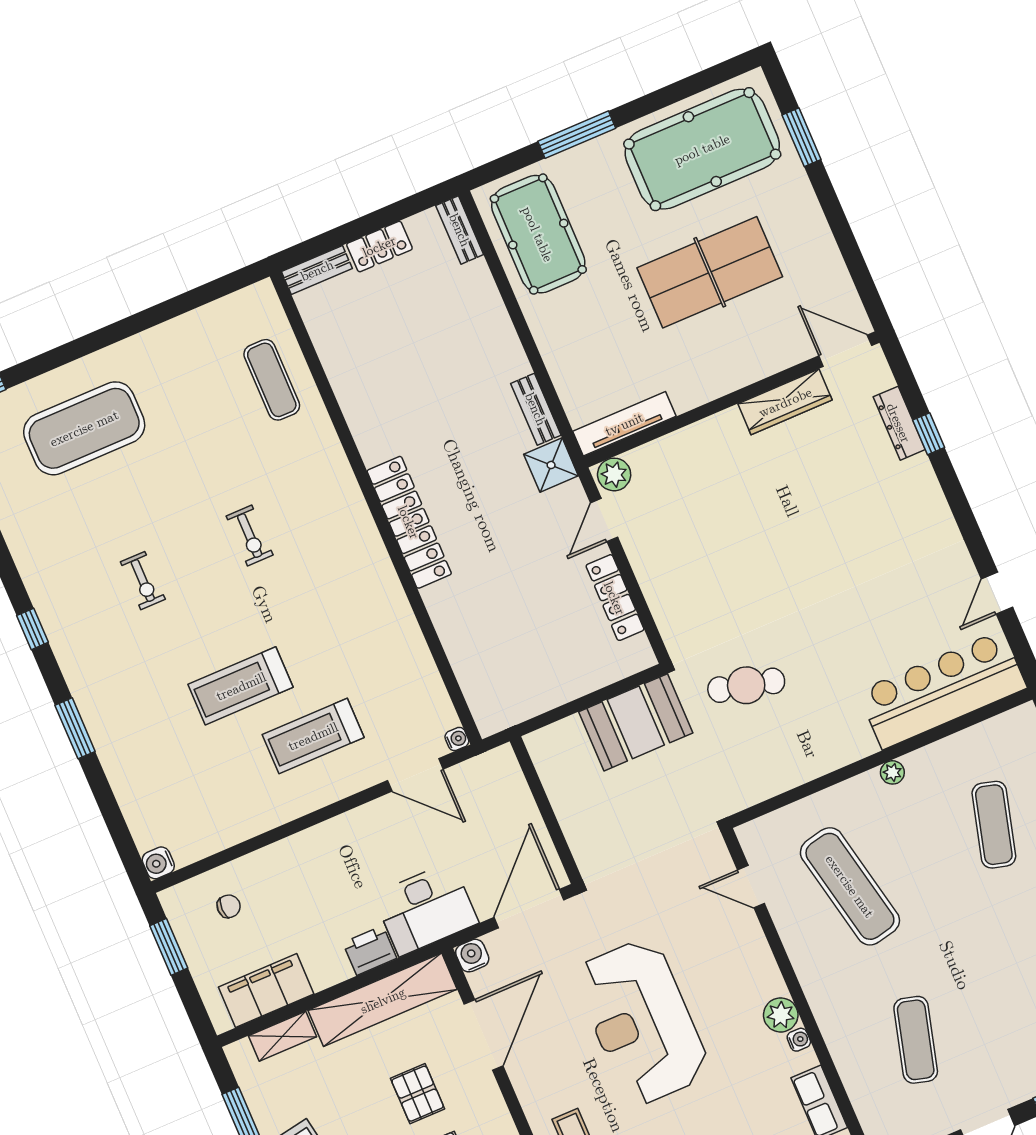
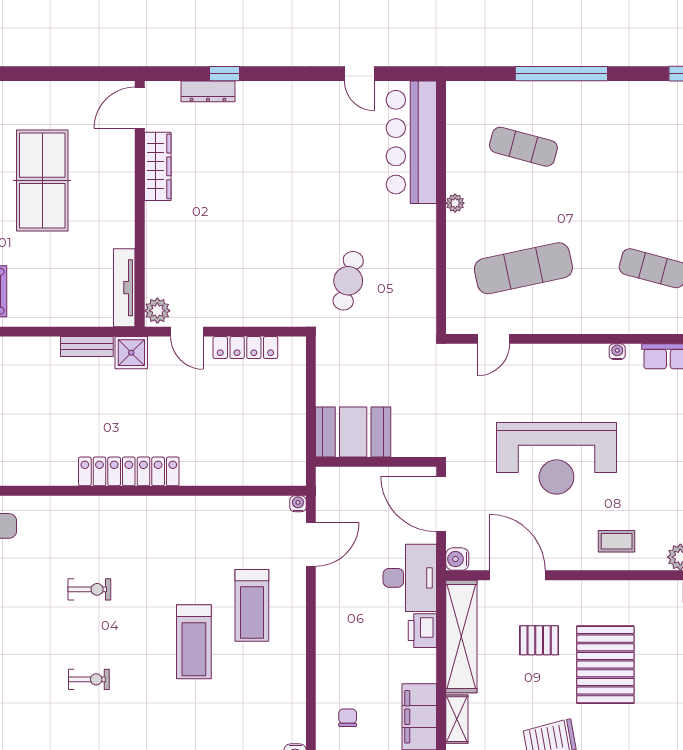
booth: (636, 722) -> (353, 432), moved, turned 90
plant: (781, 1015) -> (594, 357), removed

